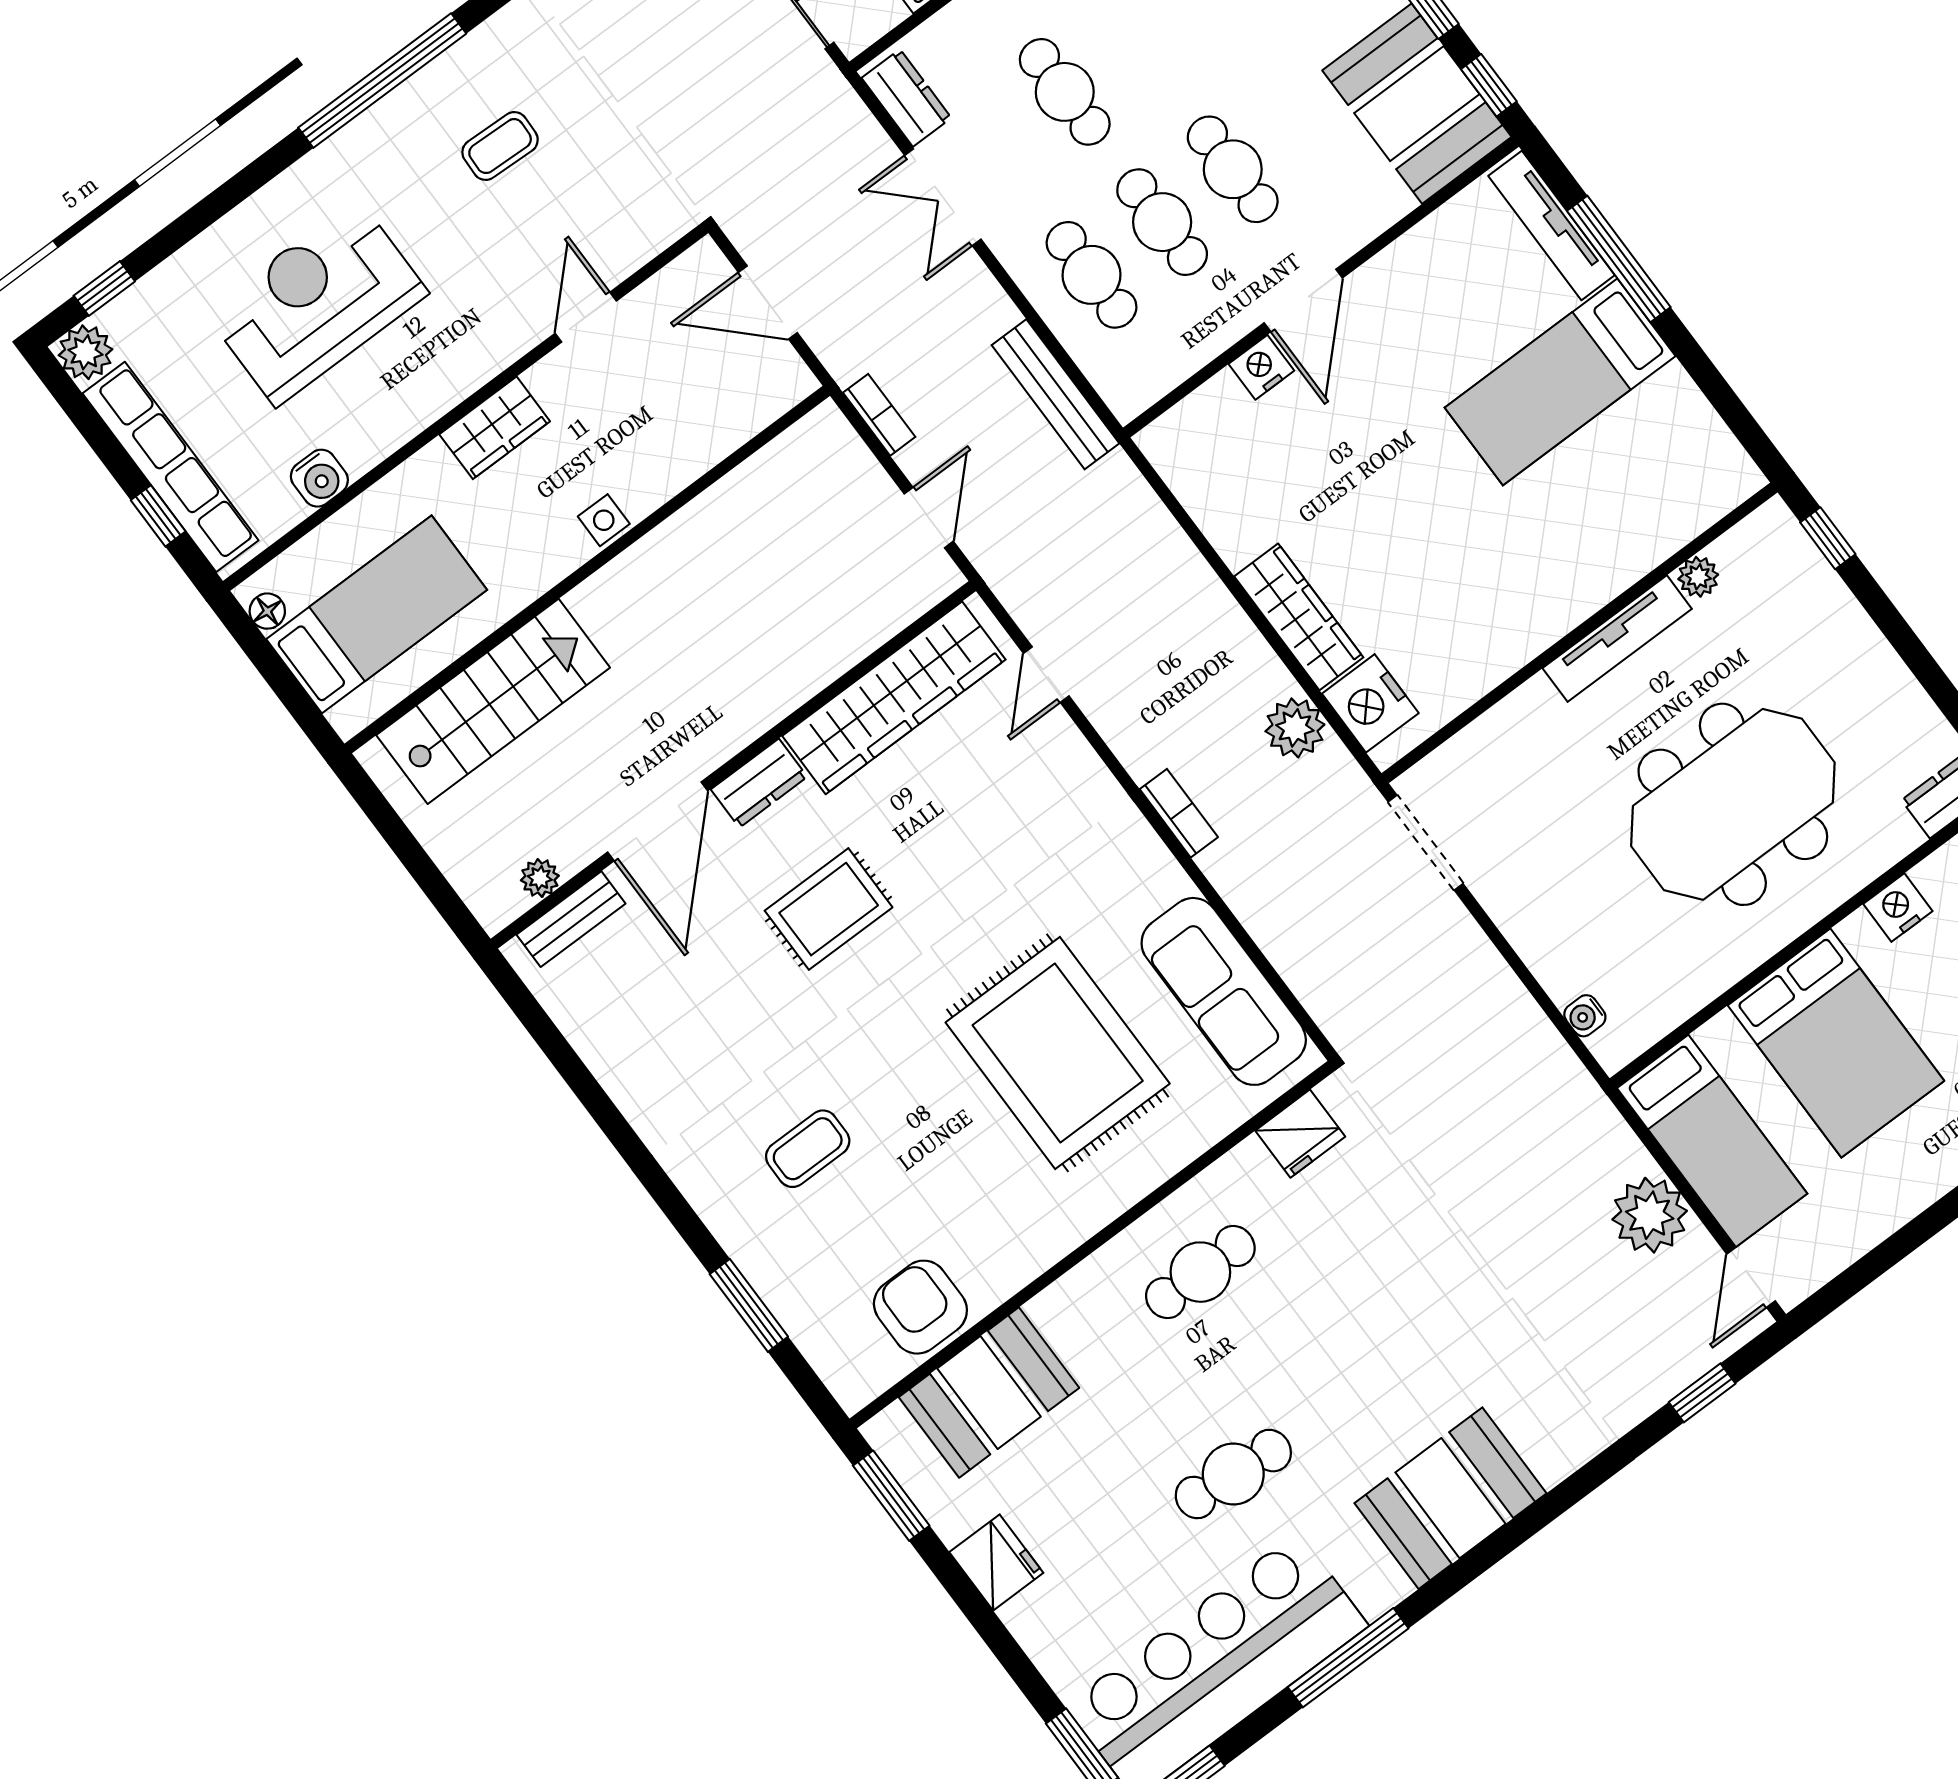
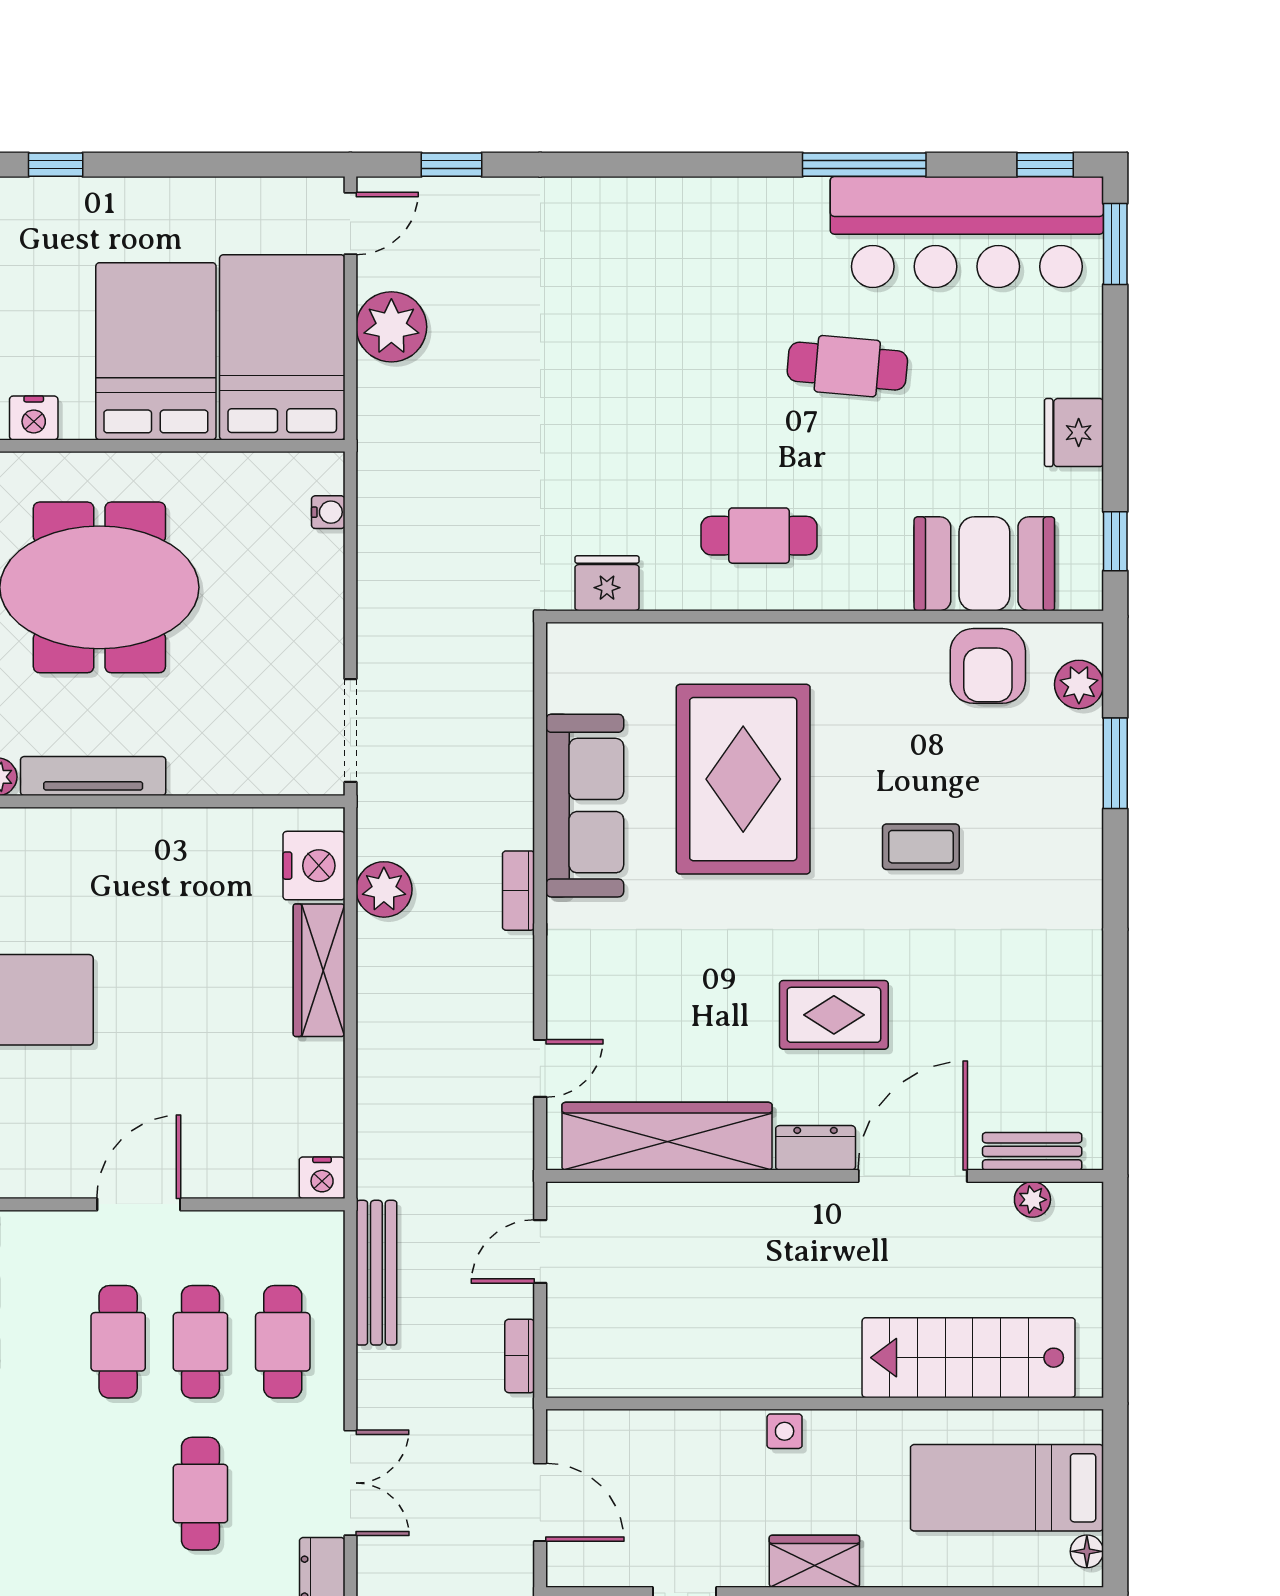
nightstand: (1261, 367) -> (322, 1178), moved
sofa: (1224, 991) -> (585, 806), moved
bed: (1712, 1141) -> (282, 347), width x1.50
coffee table: (808, 1149) -> (921, 847), moved
plant: (830, 1350) -> (1079, 684), added
window: (891, 1496) -> (1115, 541), width x0.67
booth: (1450, 1498) -> (699, 227), removed

